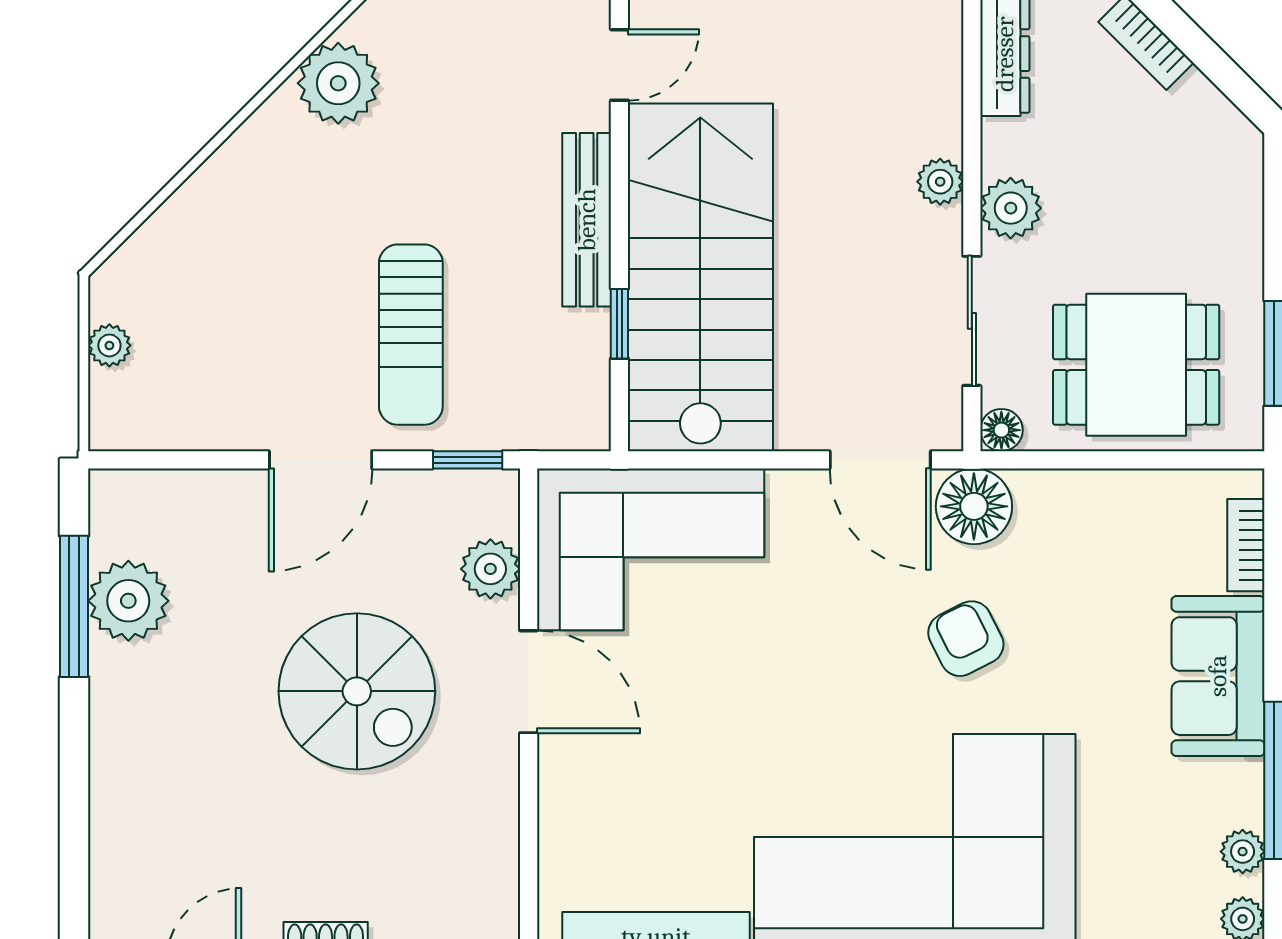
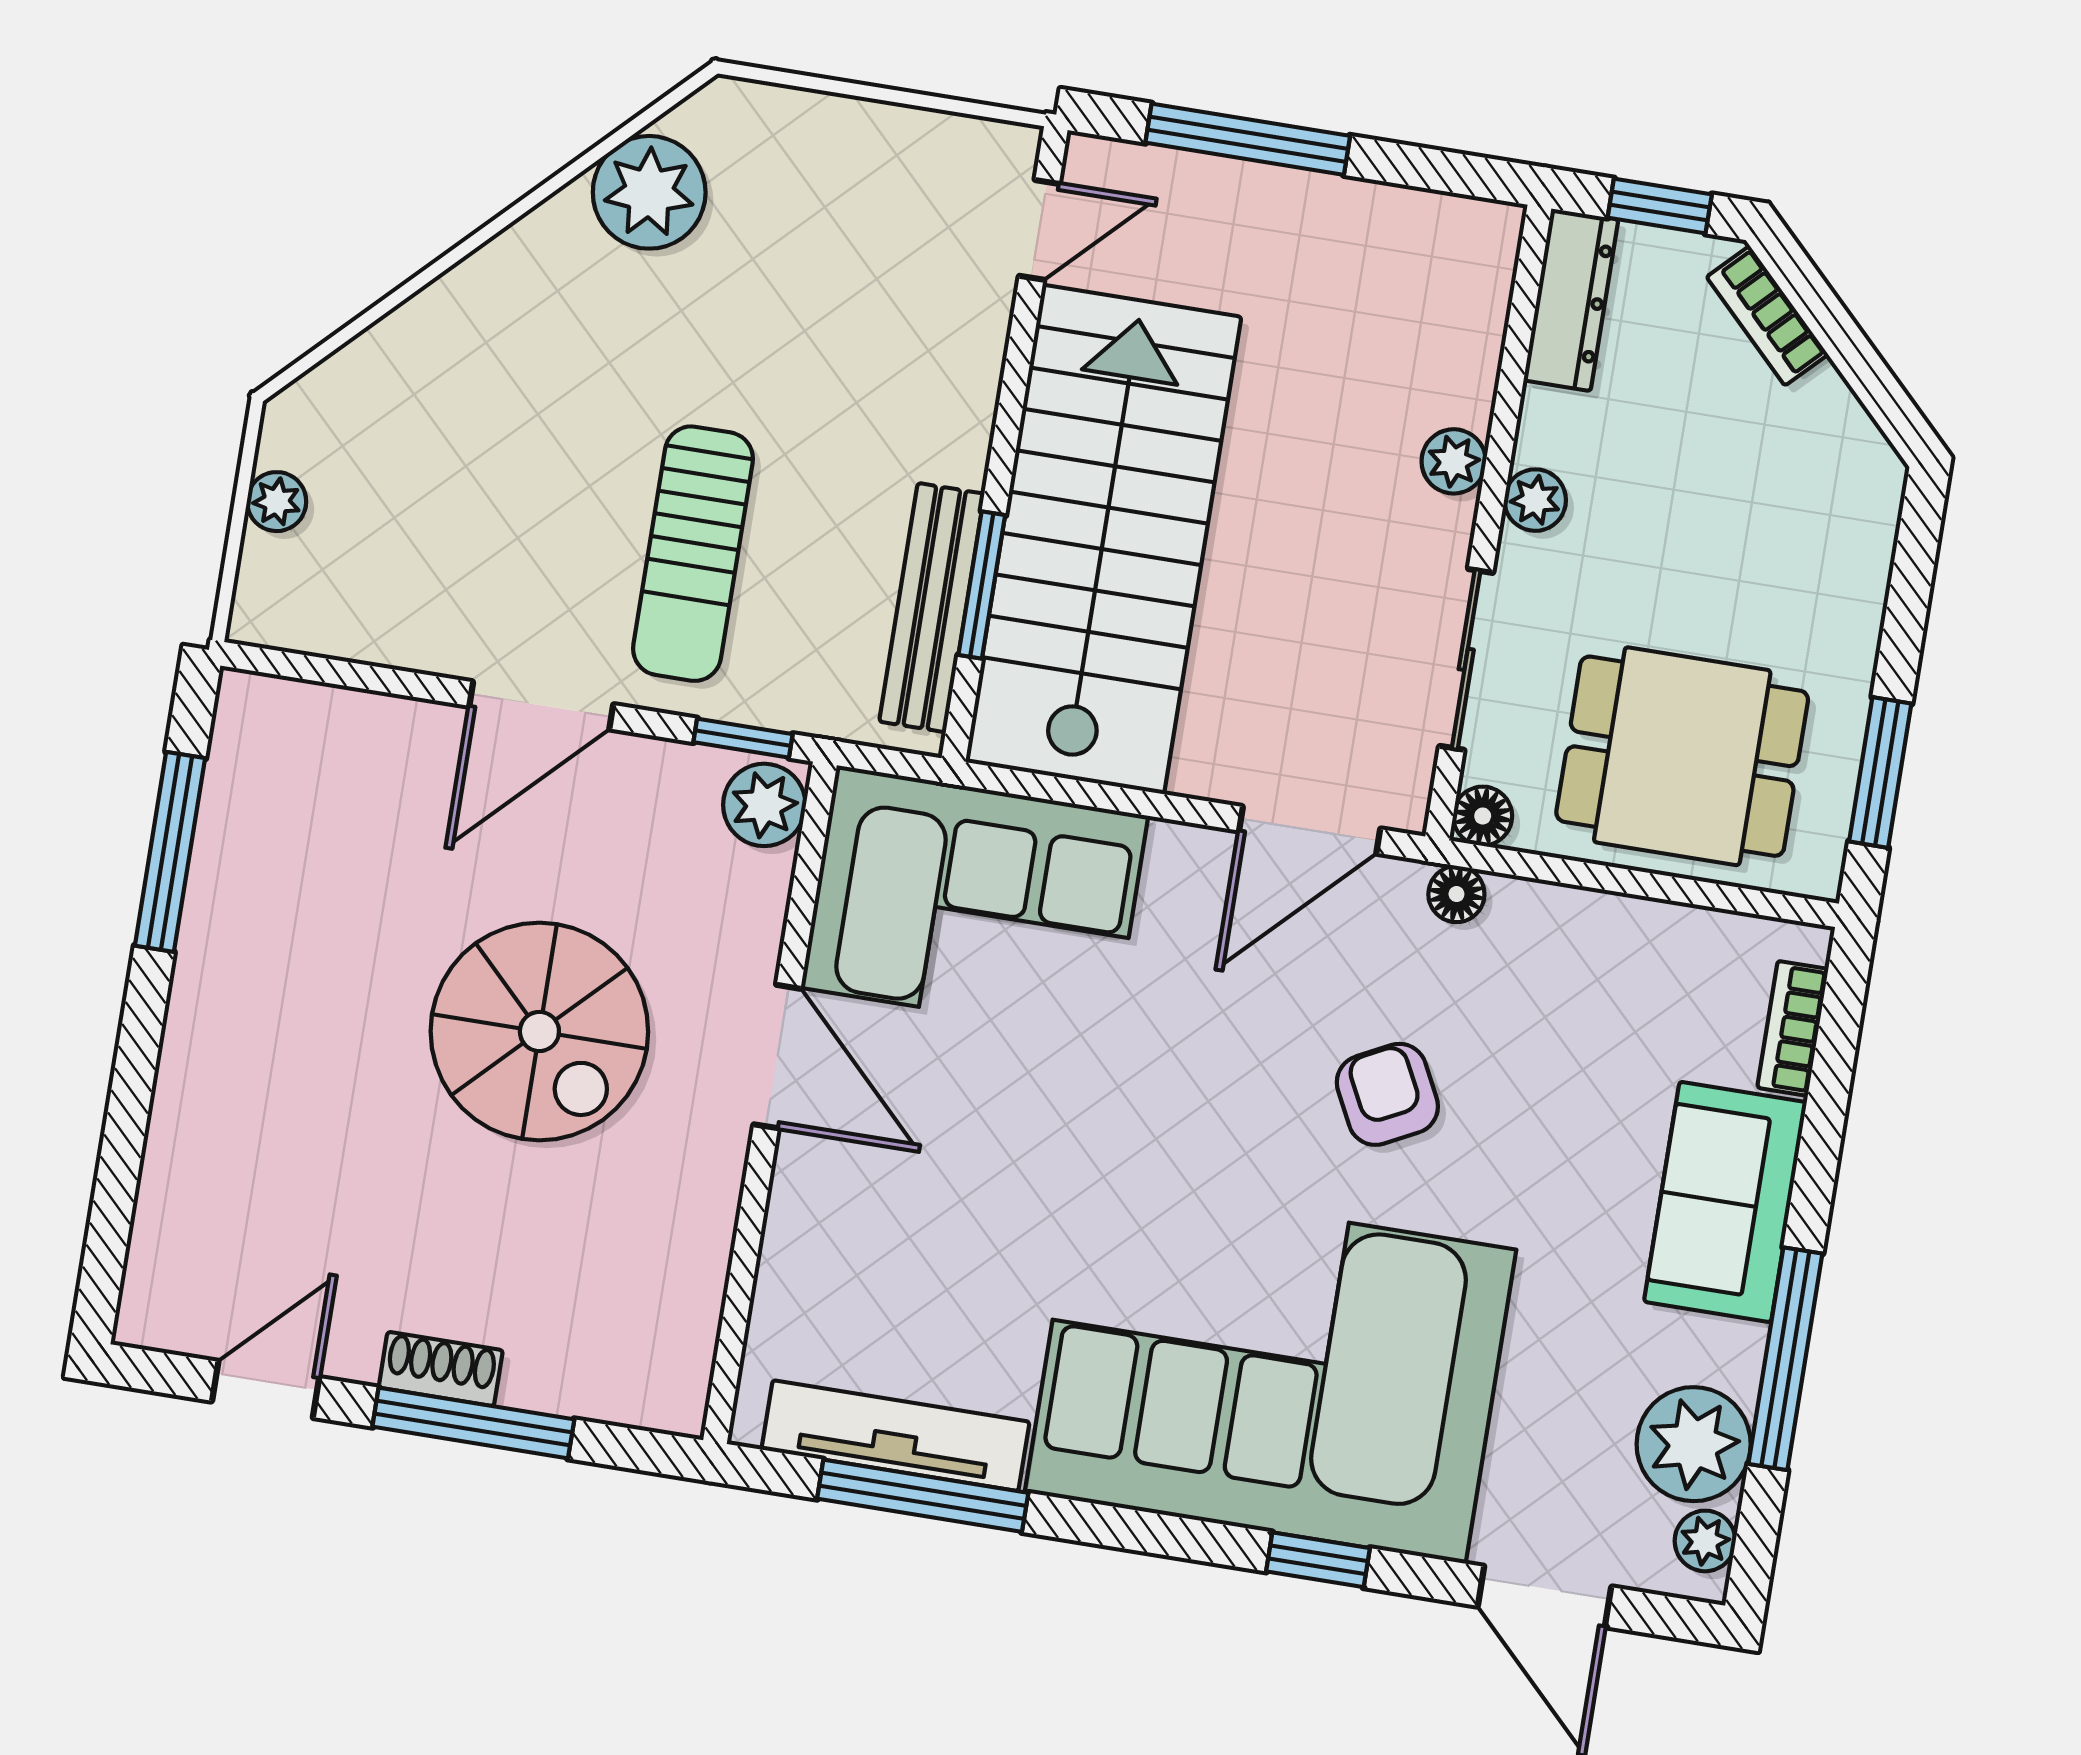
plant: (1011, 208) -> (1535, 500), width x0.73, depth x0.73
bench: (587, 220) -> (932, 608), moved
window: (619, 324) -> (982, 585), width x1.50
door: (880, 460) -> (1310, 830), hinge flipped
floor lamp: (974, 506) -> (1456, 894), width x0.53, depth x0.53
plant: (490, 569) -> (764, 805), moved
plant: (128, 601) -> (246, 856), removed
plant: (1243, 852) -> (1694, 1444), width x1.88, depth x1.88

